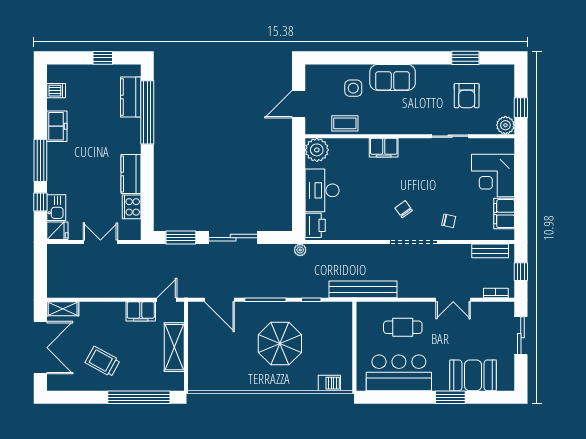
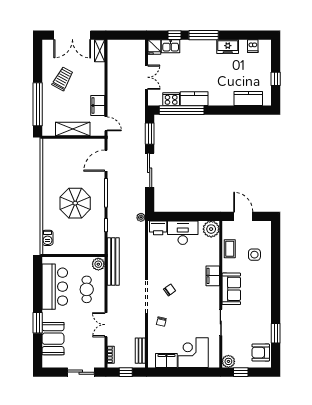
sofa: (393, 77) -> (231, 289), moved, turned 180
armchair: (467, 96) -> (261, 353), moved
window: (147, 112) -> (182, 110), moved
plant: (367, 311) -> (98, 264), added

